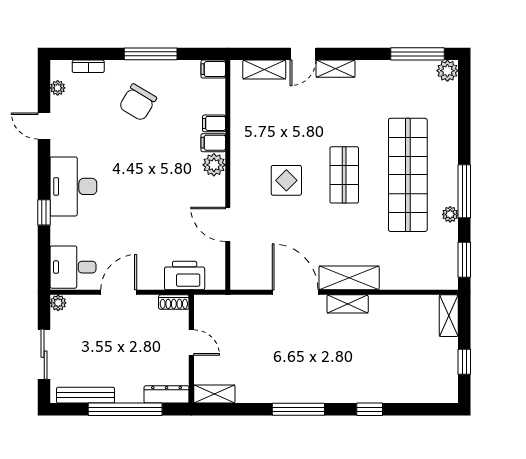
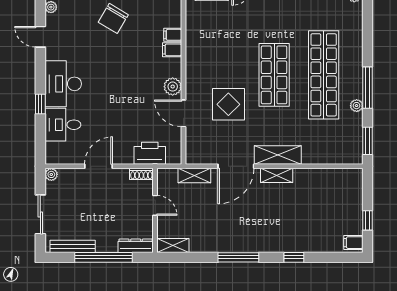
plant: (214, 165) -> (173, 87), moved
shop shelf: (344, 175) -> (274, 75), width x1.43, depth x1.36
display table: (286, 180) -> (228, 104), moved, width x1.36, depth x1.36
desk: (73, 267) -> (63, 125), moved
door: (295, 292) -> (236, 166), swing flipped
shelving: (449, 316) -> (194, 176), moved, turned 90
filing cabinet: (446, 390) -> (353, 243), added

